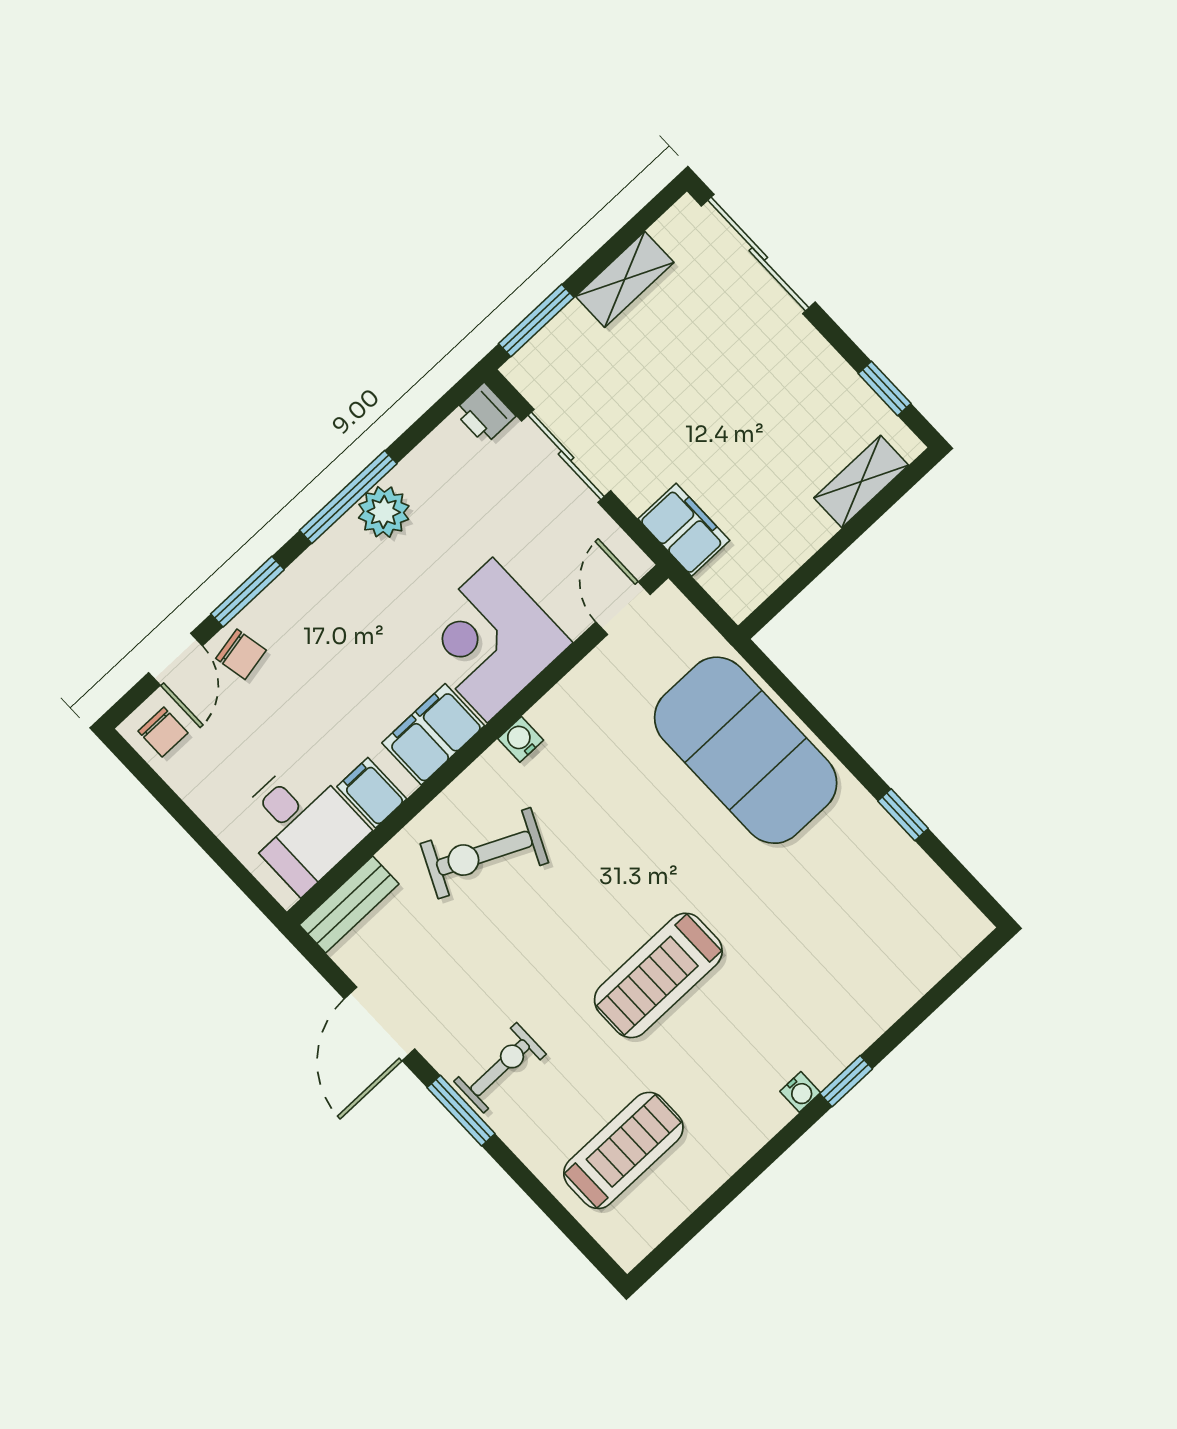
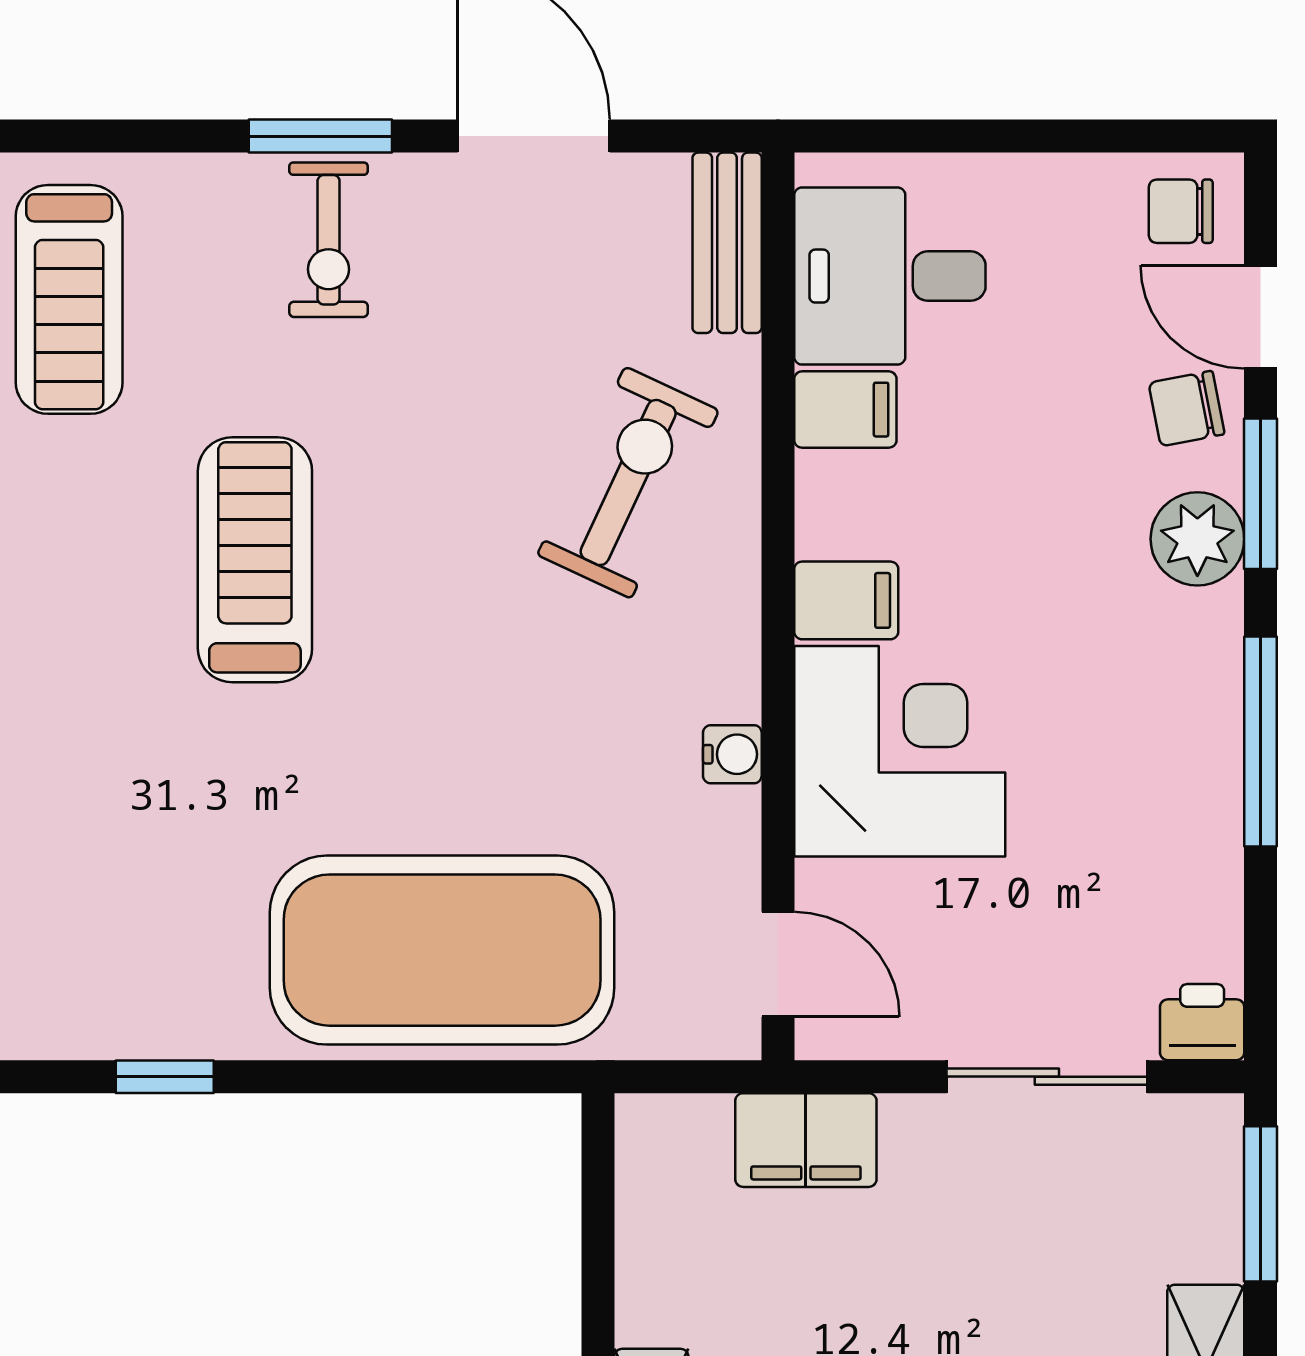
plant: (384, 512) -> (1197, 539), moved
filing cabinet: (433, 734) -> (846, 600), width x0.50
water cooler: (521, 739) -> (732, 754), moved

